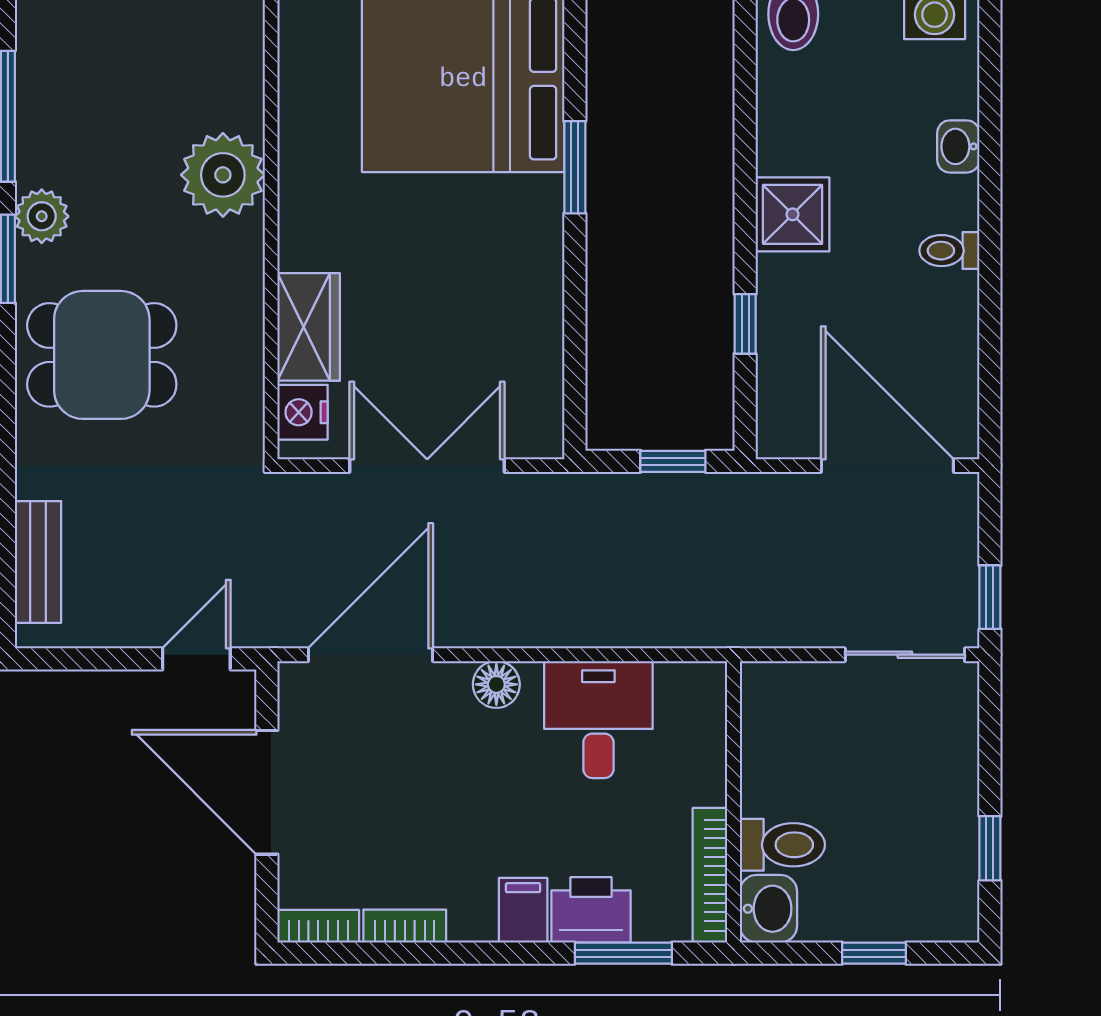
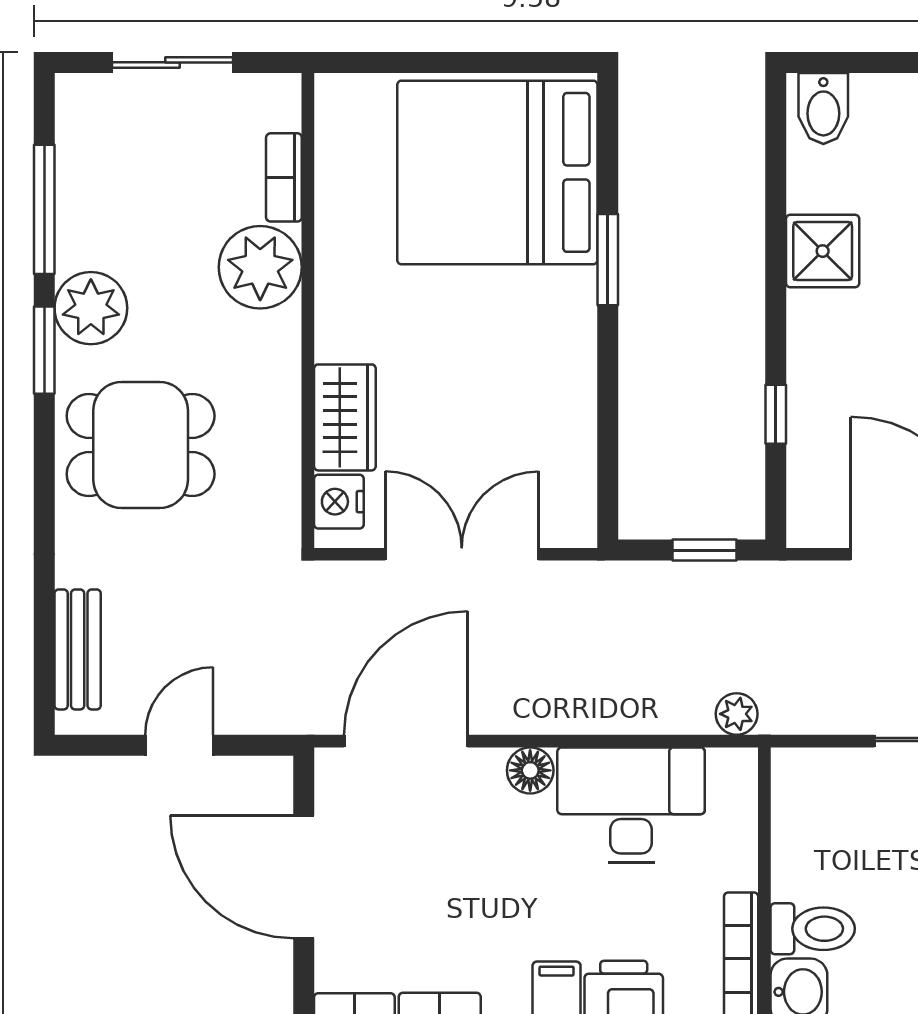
bookcase: (247, 84) -> (284, 177), added
shower: (792, 214) -> (823, 251), moved
plant: (42, 216) -> (91, 308), width x1.36, depth x1.36
plant: (705, 627) -> (737, 714), added
door: (196, 659) -> (179, 745), moved
desk: (598, 720) -> (631, 805), width x1.37

